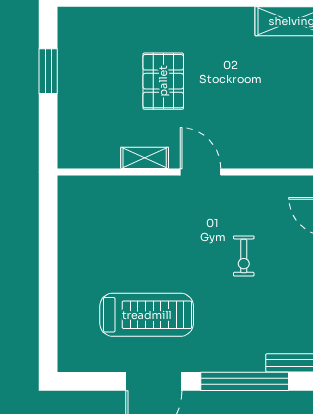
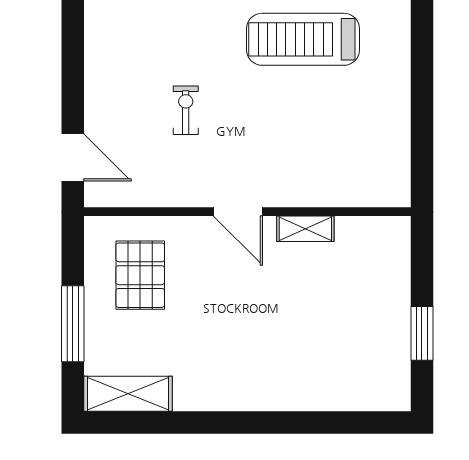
pallet: (163, 81) -> (140, 275), moved

